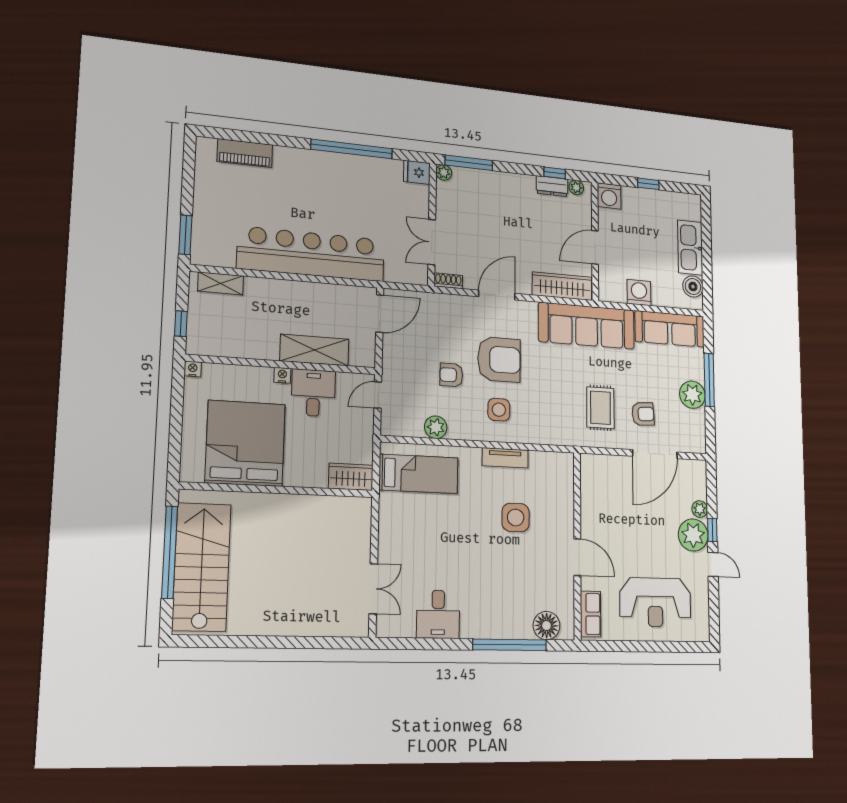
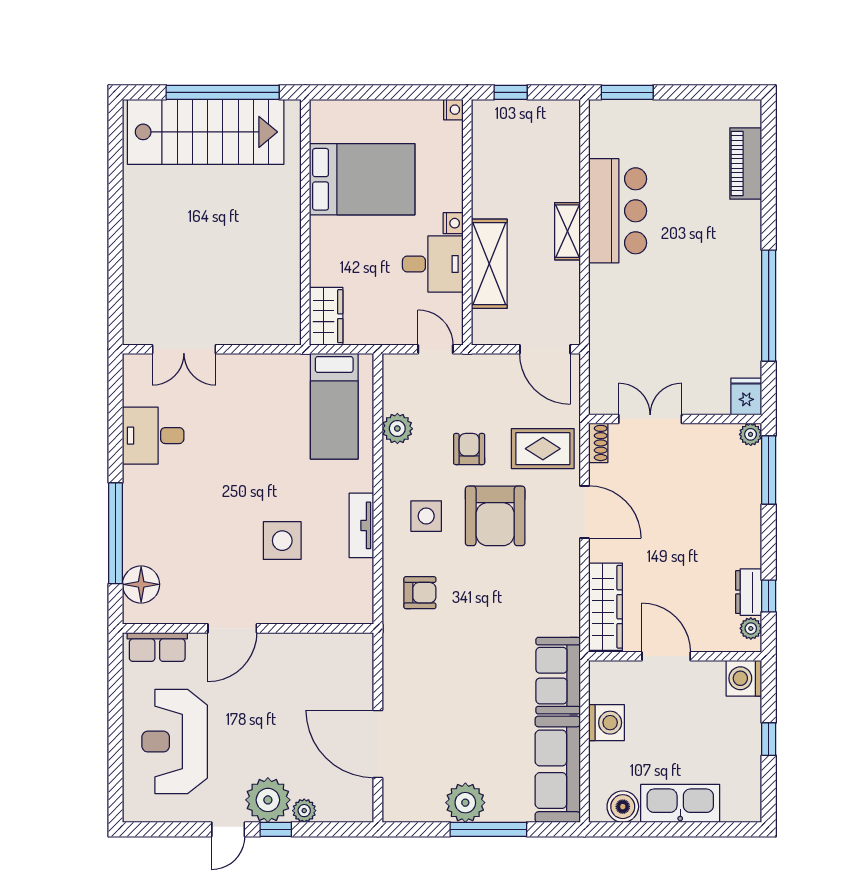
bar counter: (311, 254) -> (618, 211), width x0.54
shelving: (221, 283) -> (567, 231), moved
sofa: (587, 326) -> (558, 676), width x0.54, depth x0.79
rug: (600, 408) -> (543, 449), moved
armchair: (643, 414) -> (420, 593), moved, turned -86
bed: (245, 443) -> (362, 179), width x0.73

